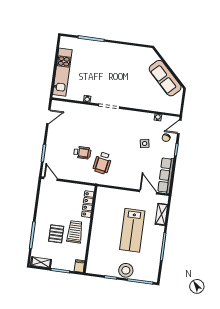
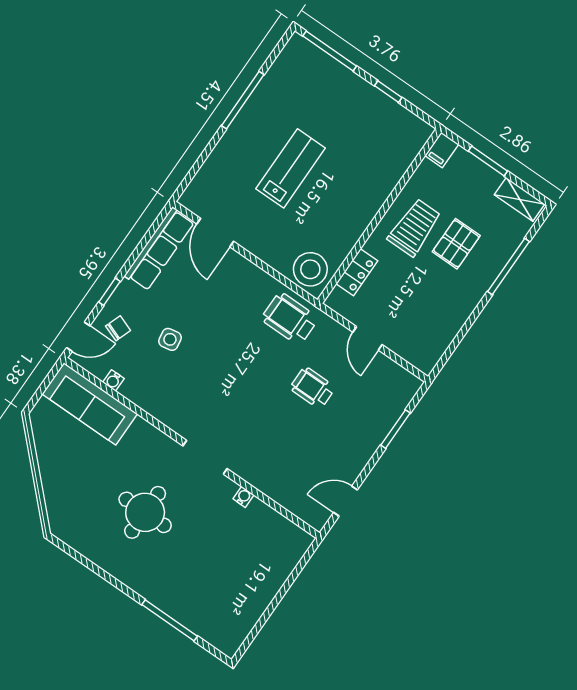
kitchen unit: (62, 72) -> (267, 581), removed
round table: (121, 74) -> (145, 512), added
sofa: (165, 78) -> (90, 404), moved, turned 135
wheelchair: (102, 163) -> (290, 319), moved, turned -100
door: (51, 179) -> (368, 338), moved
locker: (88, 204) -> (357, 272), width x0.66
shelving: (161, 214) -> (211, 171), removed
lab bench: (132, 230) -> (291, 168), width x0.73, depth x0.72
trolley: (75, 232) -> (414, 228), turned 180
stool: (126, 270) -> (310, 269), moved

